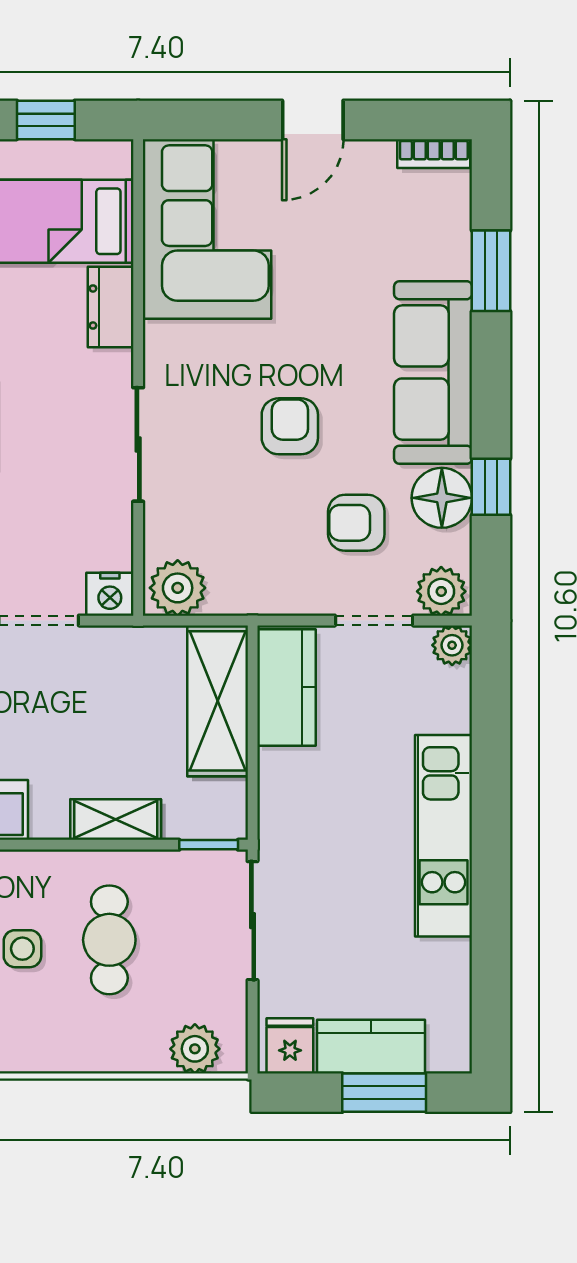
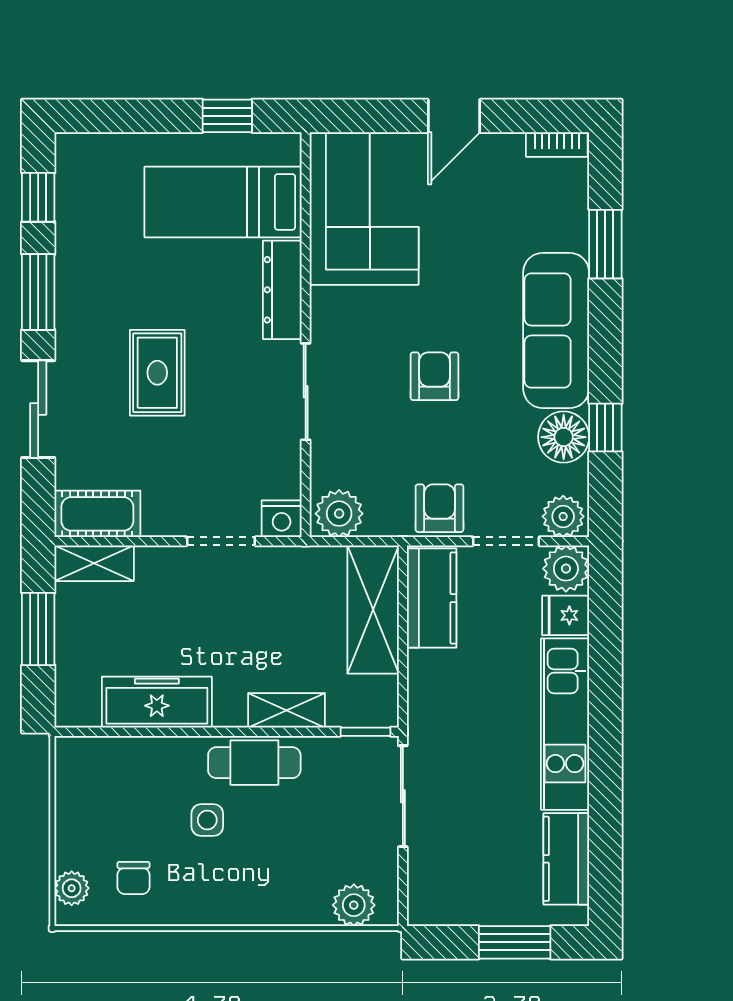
dresser: (111, 307) -> (282, 290), width x1.44
armchair: (356, 523) -> (439, 508), moved, turned 90
plant: (452, 645) -> (566, 569), width x1.38, depth x1.38
cafe table: (109, 940) -> (254, 763), moved, turned 90
fridge: (290, 1046) -> (566, 615), moved, turned -90
kitchen counter: (371, 1047) -> (566, 859), moved, turned -90

